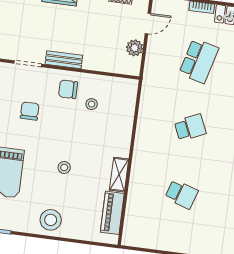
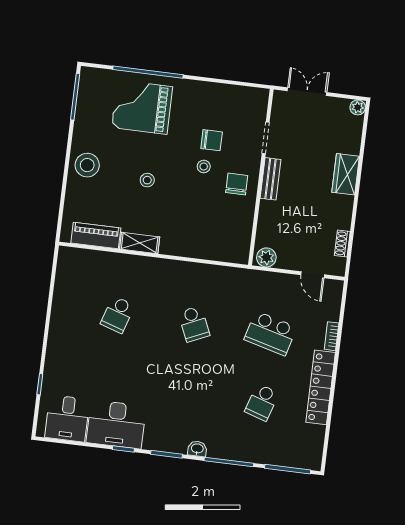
plant: (135, 48) -> (266, 257), moved
stool: (92, 104) -> (204, 167), moved

